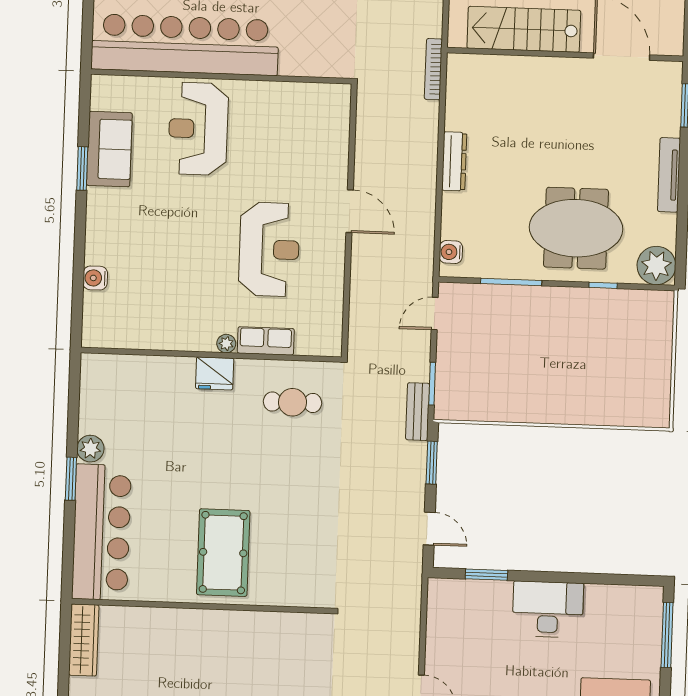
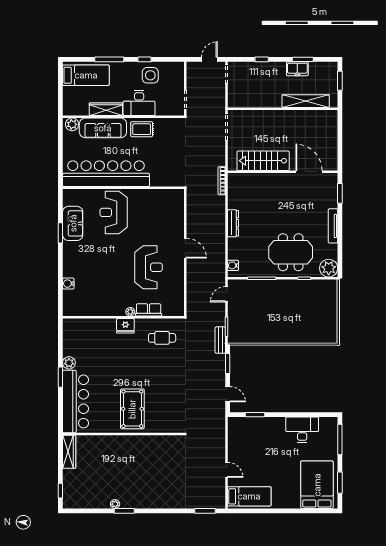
desk: (548, 609) -> (302, 430), moved

